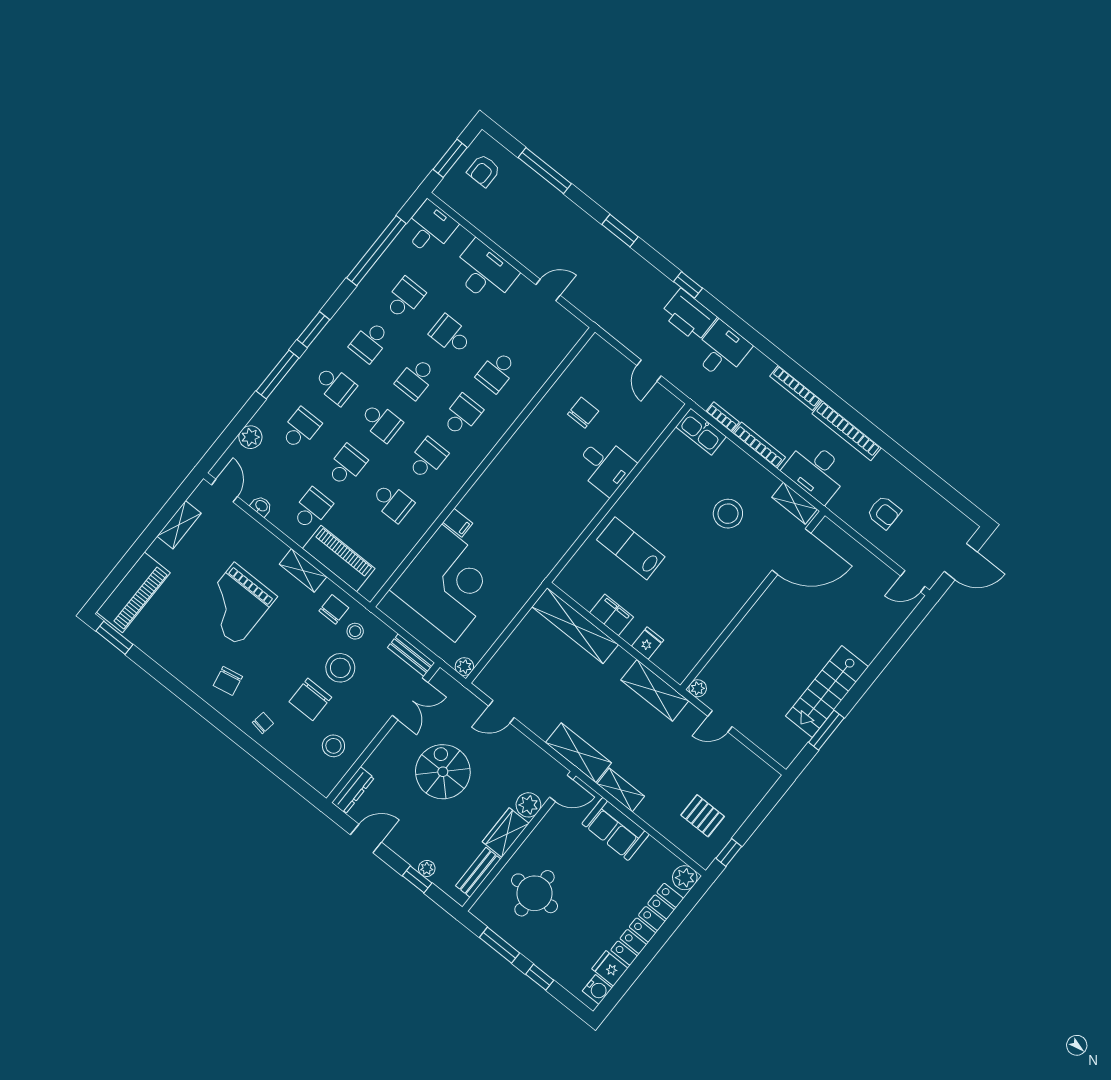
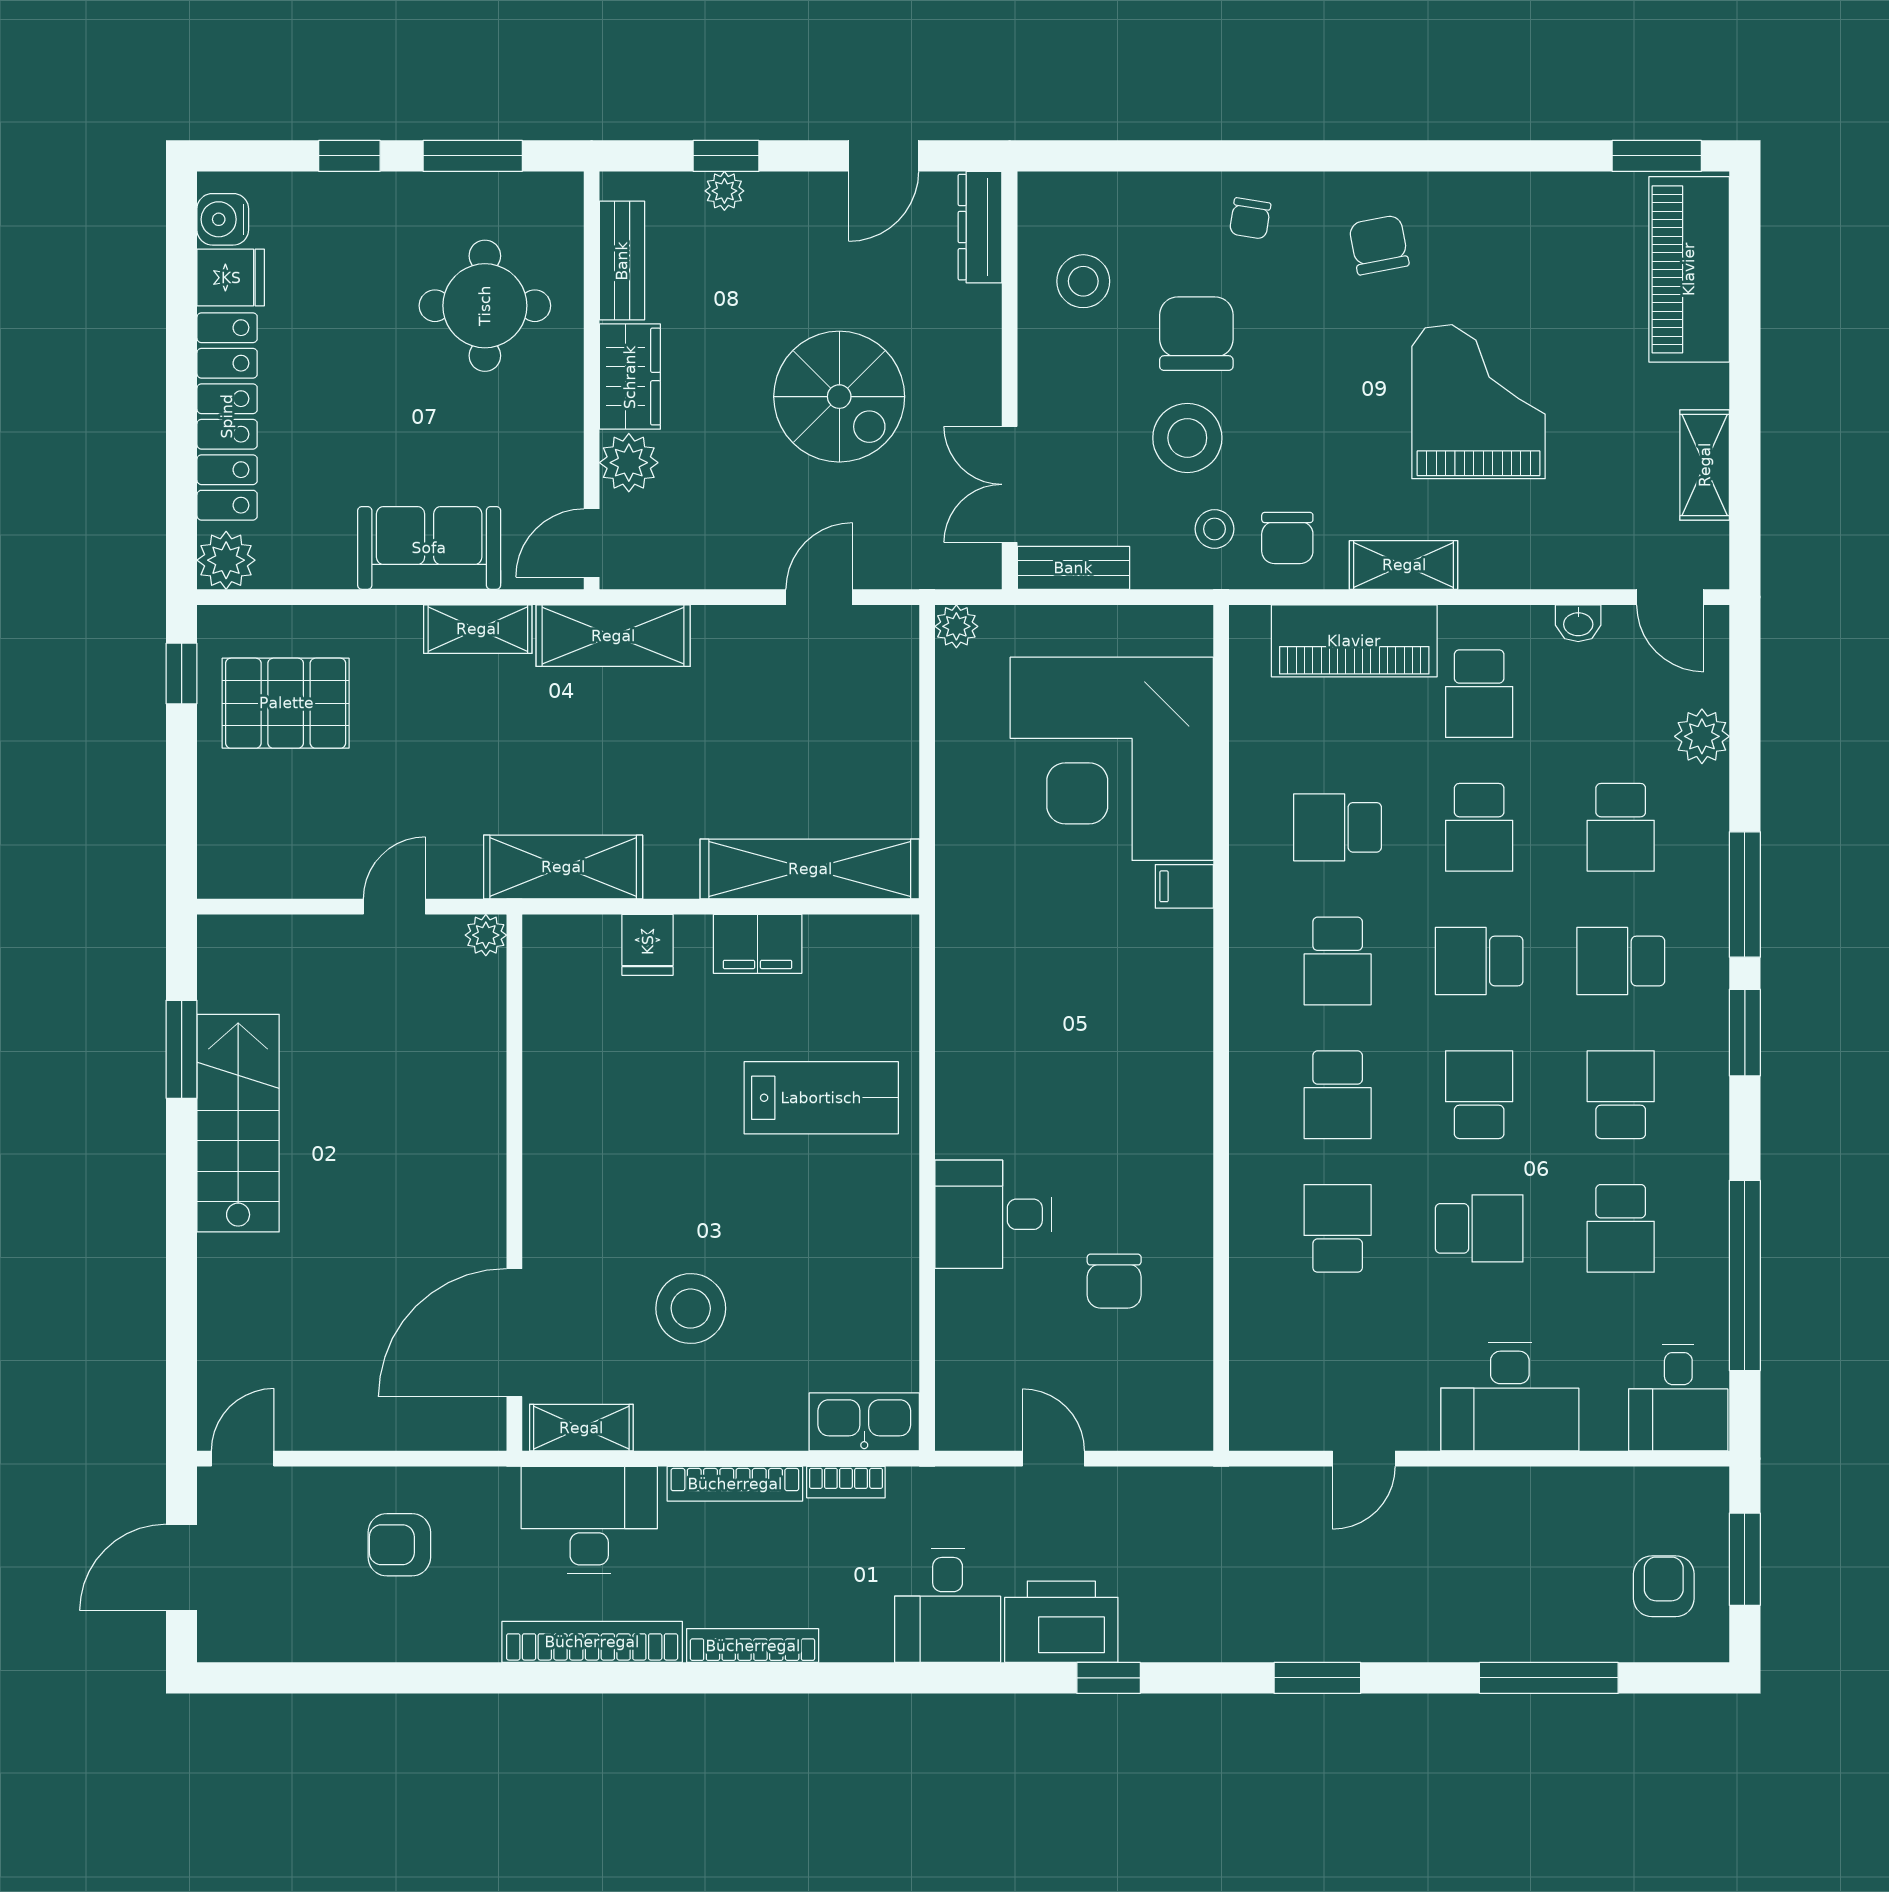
pallet: (703, 816) -> (286, 703), width x1.50, depth x1.42

